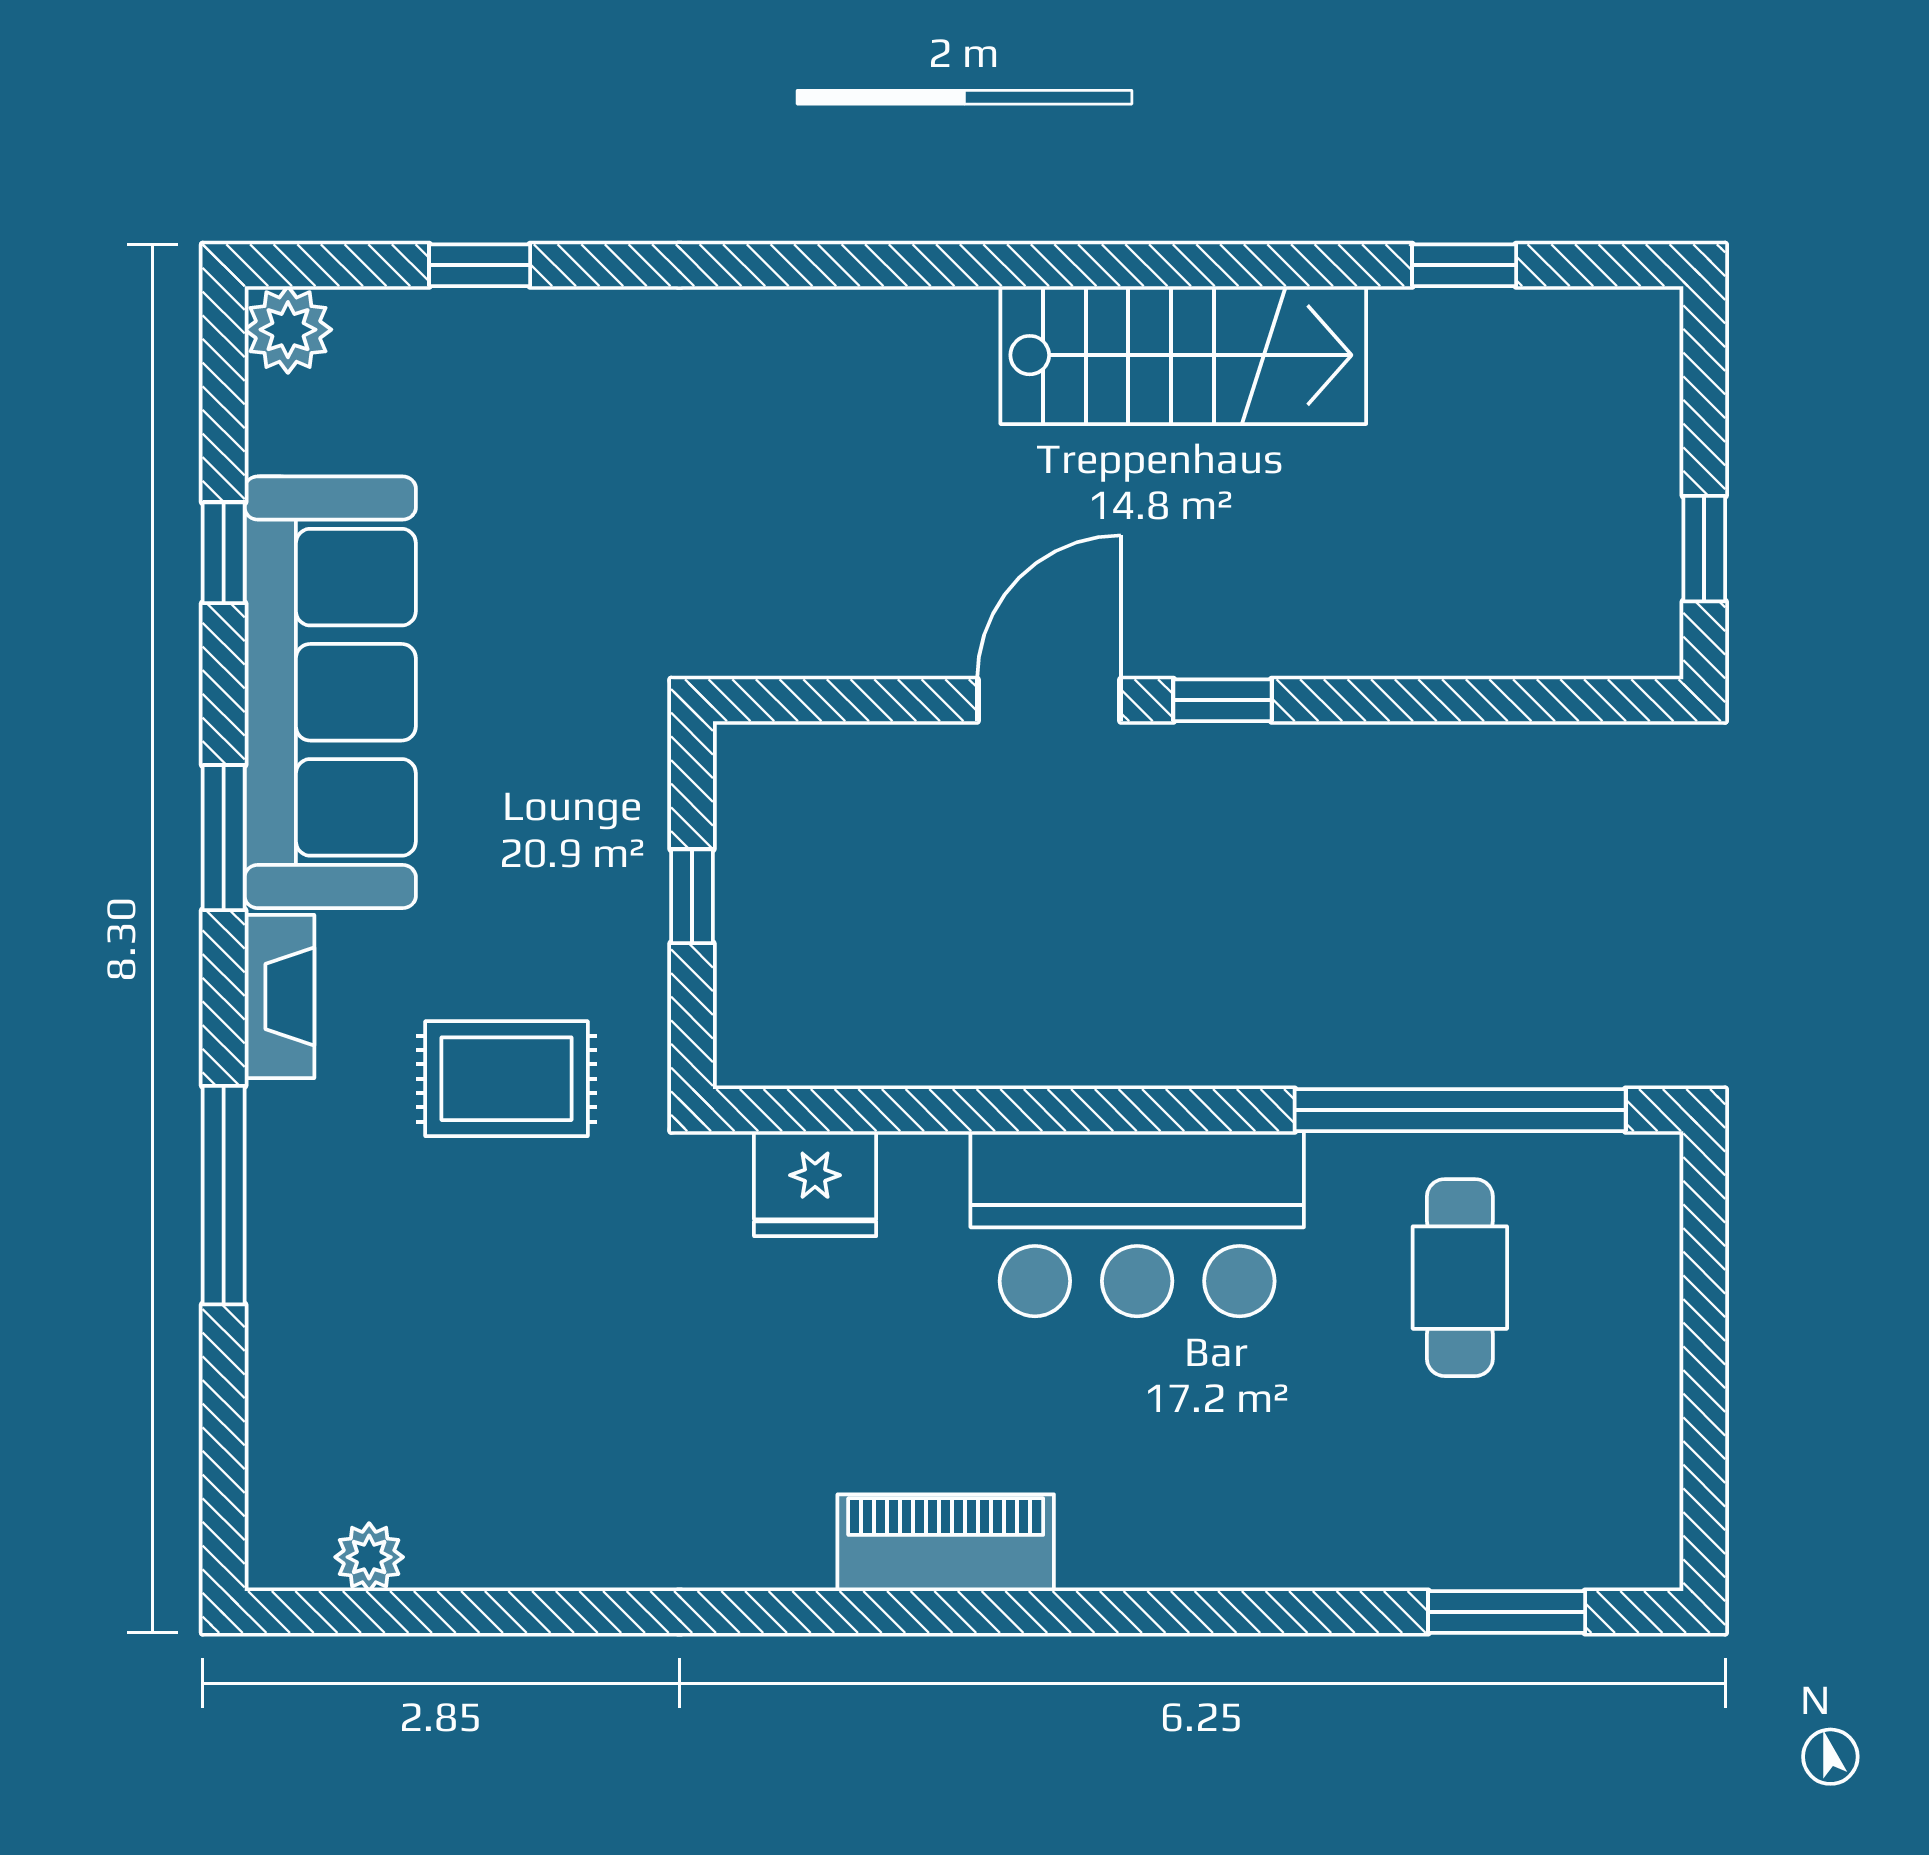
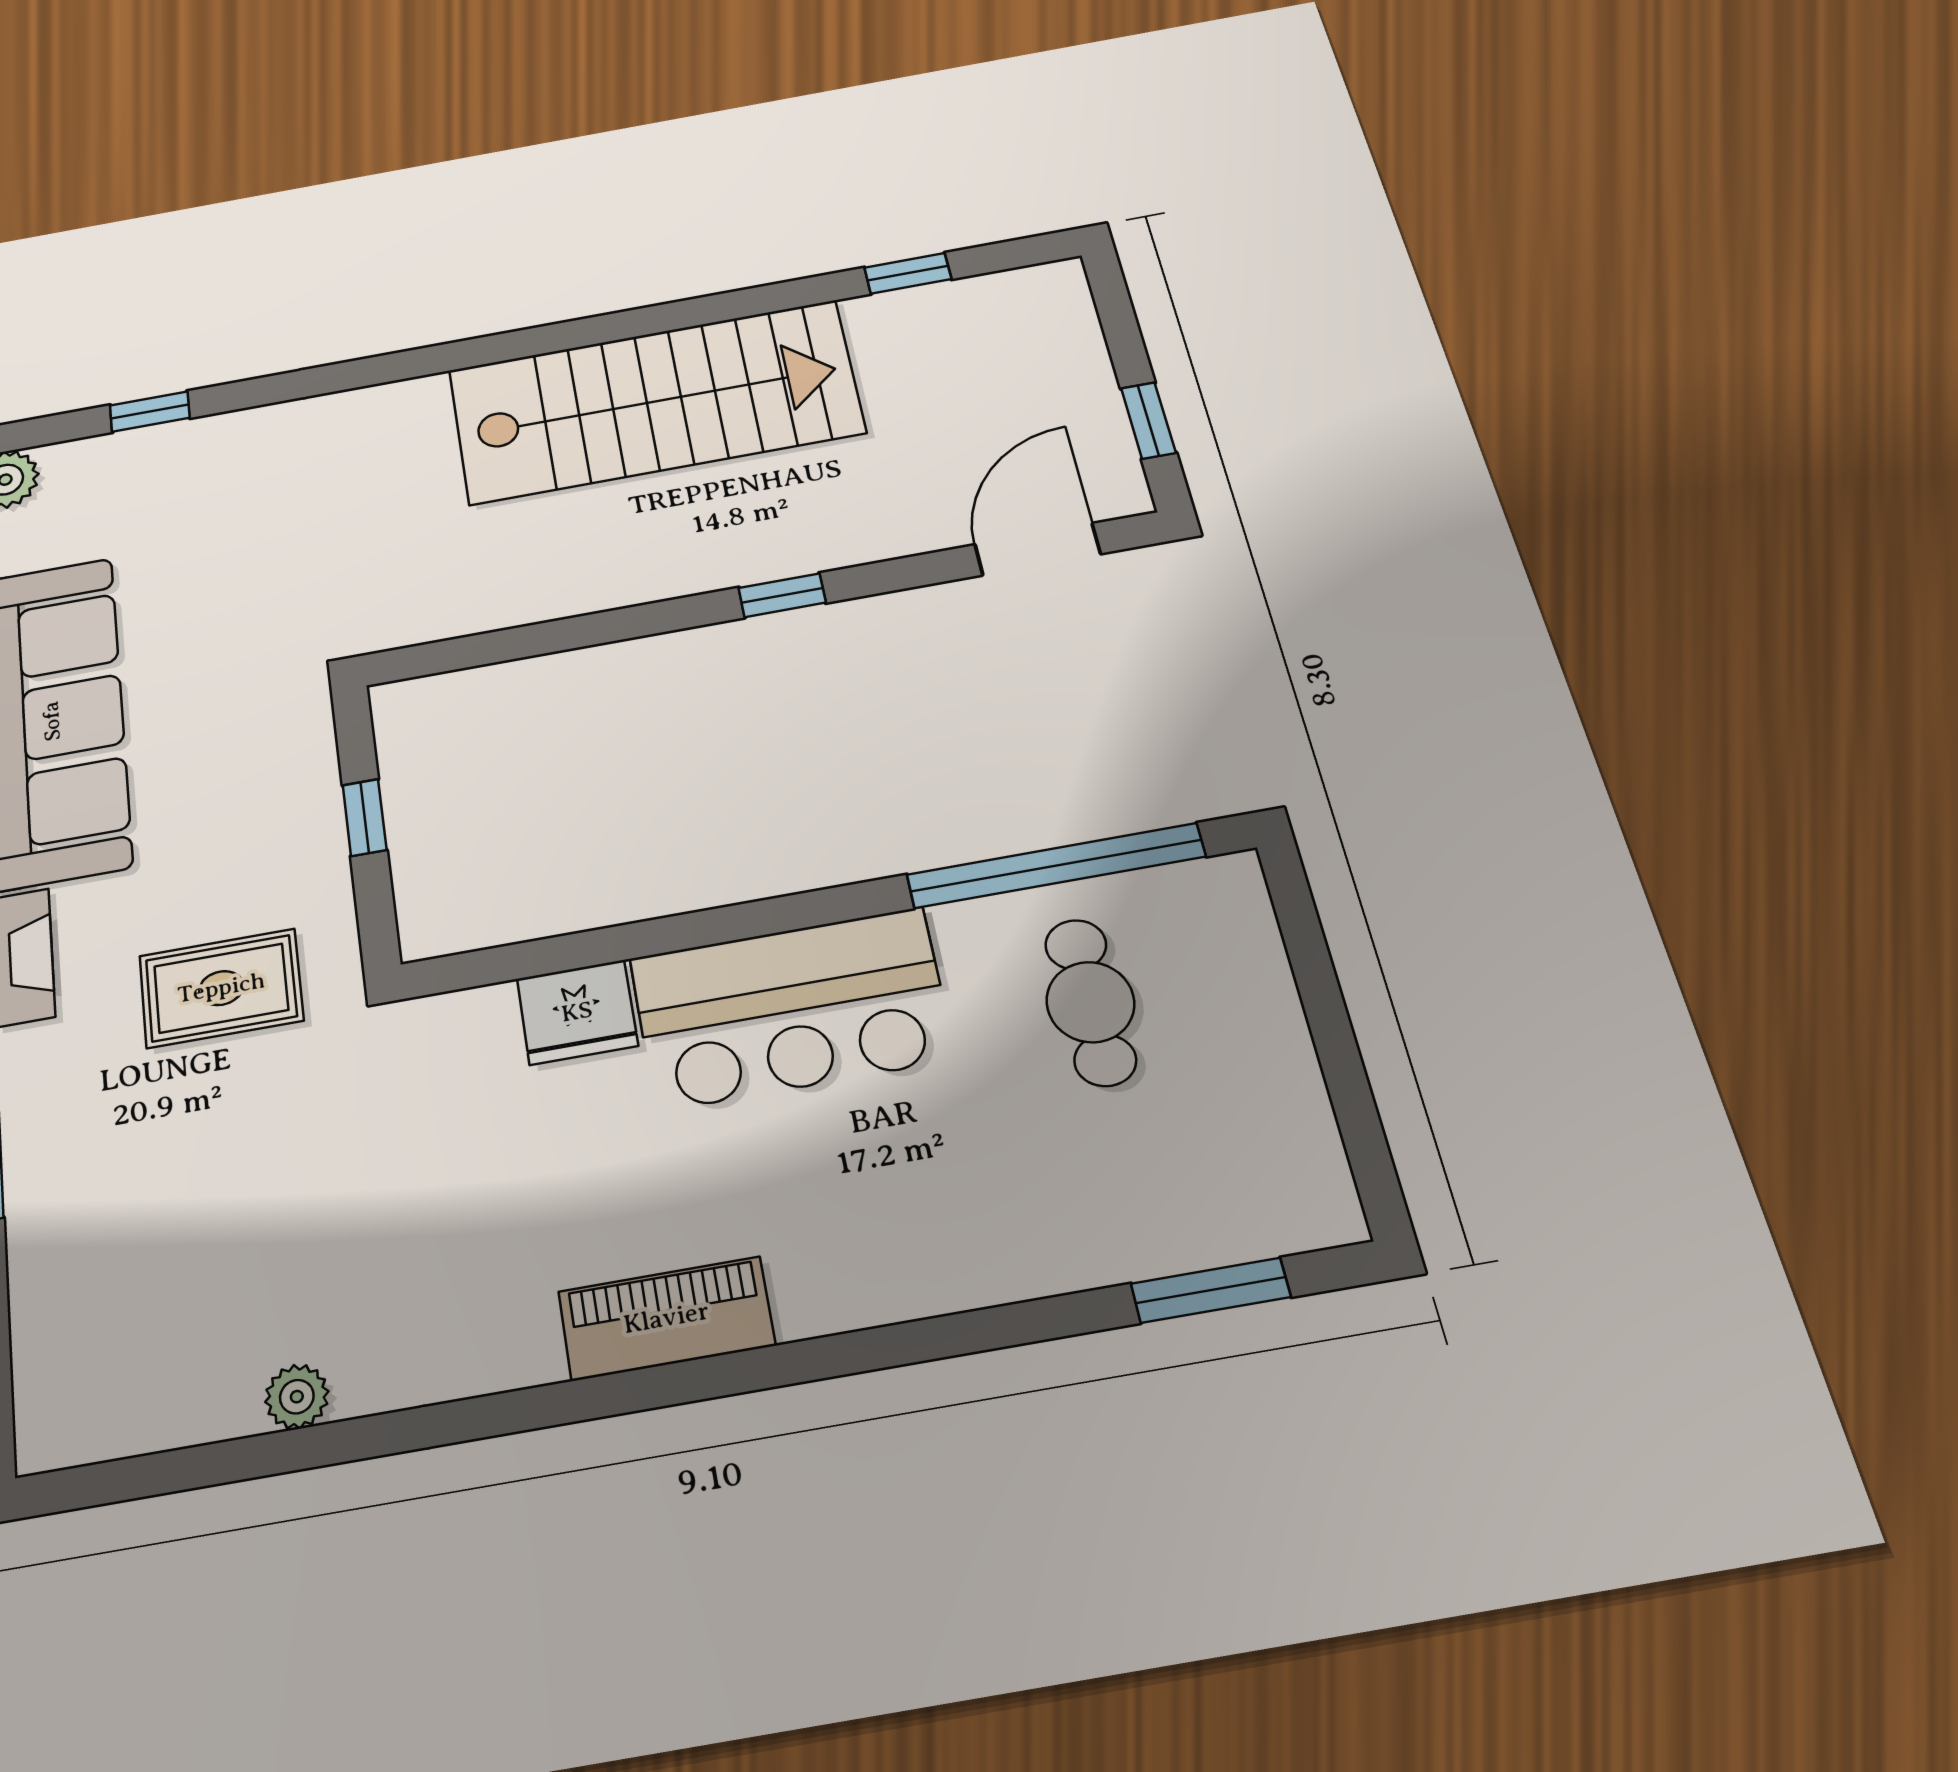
stairs: (1183, 355) -> (655, 401), width x1.36, depth x1.51
door: (1049, 700) -> (1038, 549), moved
fridge: (815, 1184) -> (577, 1012), moved
plant: (369, 1557) -> (297, 1397), moved

